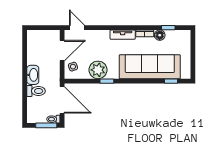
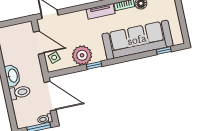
door: (62, 51) -> (39, 43), hinge flipped

